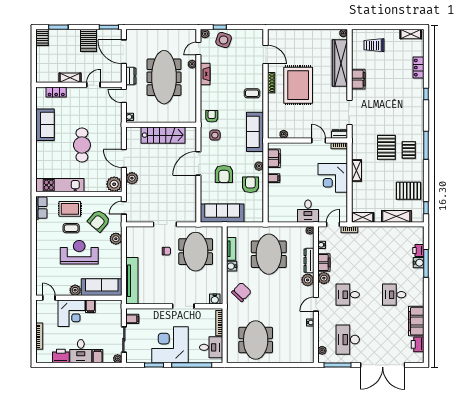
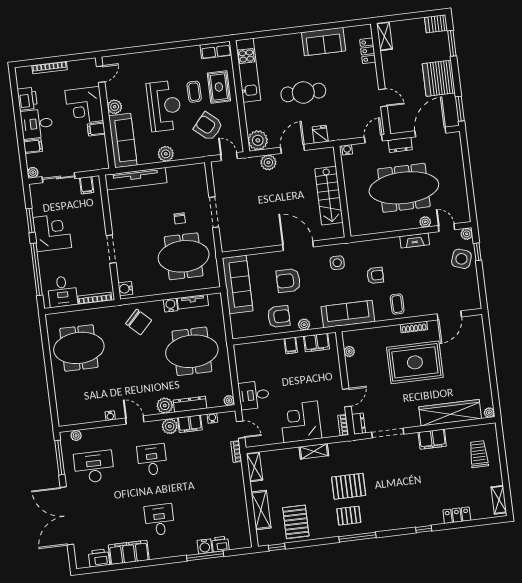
server rack: (89, 40) -> (439, 78), width x1.60
shelving: (70, 78) -> (384, 36), moved
armchair: (212, 116) -> (375, 275), moved
fridge: (115, 136) -> (320, 134), added
plant: (116, 239) -> (166, 154), moved
corner desk: (170, 345) -> (52, 232), width x0.74, depth x0.74

